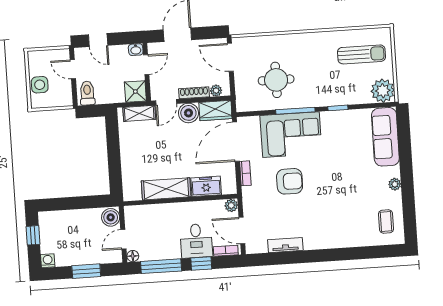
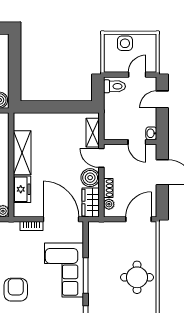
round table: (276, 80) -> (137, 277), moved
shower: (135, 92) -> (113, 130), removed
shoe rack: (194, 93) -> (108, 188), width x0.70
armchair: (290, 181) -> (16, 290), moved, turned 180

